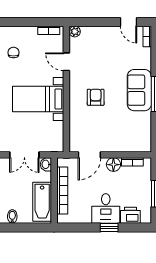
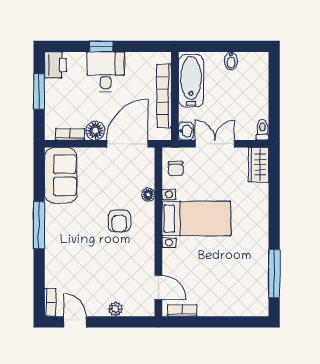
plant: (75, 32) -> (115, 309), moved
chair: (13, 53) -> (176, 169), moved
door: (66, 62) -> (158, 288), moved
sofa: (139, 90) -> (61, 175), moved
floor lamp: (74, 117) -> (148, 195), added
door: (89, 155) -> (128, 144), width x1.36
printer: (130, 215) -> (55, 65), moved, turned -90

